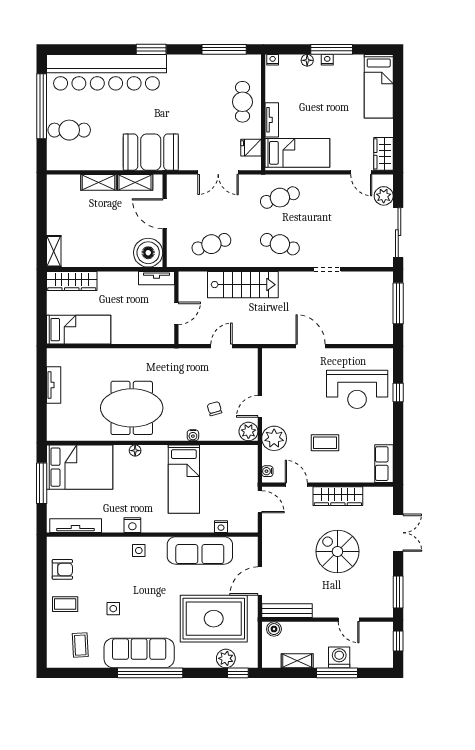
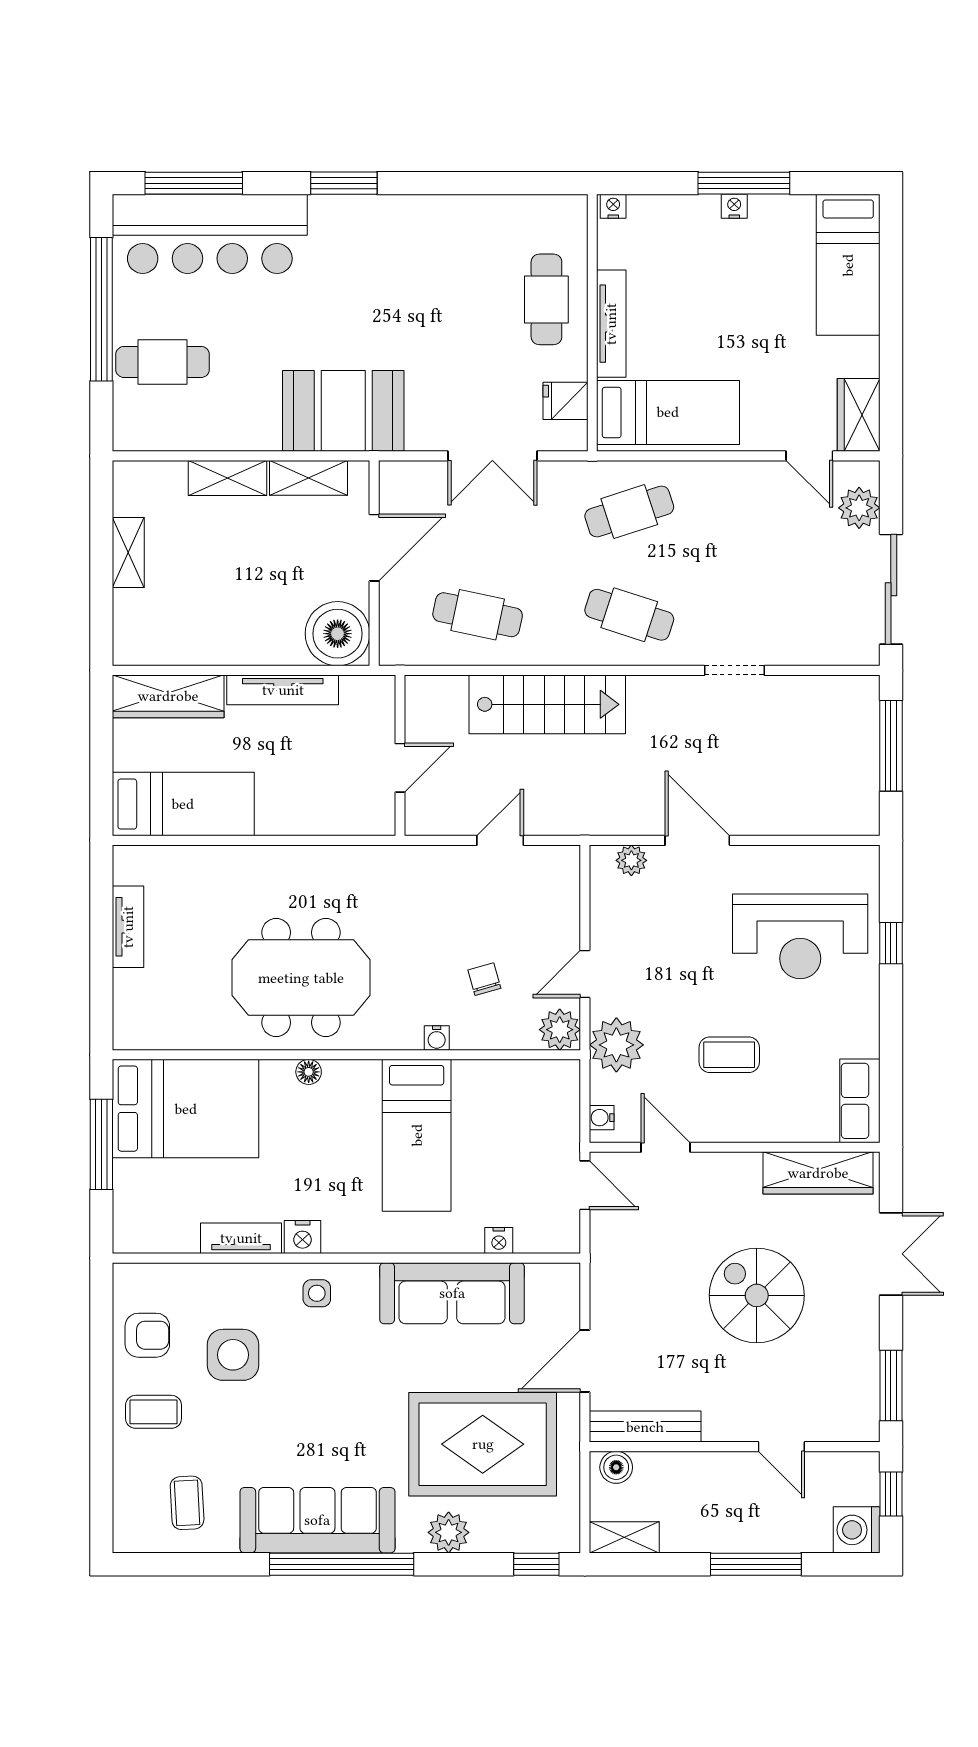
window: (224, 49) -> (194, 183), moved
floor lamp: (307, 60) -> (690, 207), removed
bar counter: (106, 72) -> (210, 234), width x0.73
tv unit: (272, 120) -> (611, 324), width x1.41
door: (165, 214) -> (374, 548), swing flipped
cafe table: (211, 244) -> (478, 615), turned 30
shelving: (54, 251) -> (128, 552), moved
tv unit: (157, 278) -> (283, 690), moved, width x1.41
plant: (281, 355) -> (631, 860), added
wardrobe: (338, 496) -> (818, 1173), moved
tv unit: (76, 526) -> (241, 1238), moved, width x0.71
side table: (113, 609) -> (233, 1355), moved, width x1.87, depth x1.87
washing machine: (339, 657) -> (857, 1530), moved, turned -90
plant: (226, 658) -> (449, 1532), moved
shelving: (297, 661) -> (624, 1537), moved

